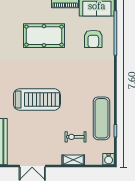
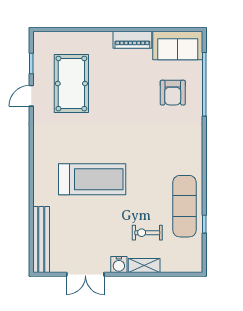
pool table: (44, 36) -> (71, 84), moved, turned 90
water cooler: (109, 159) -> (119, 265), moved

